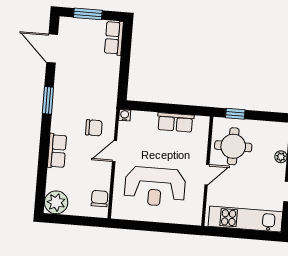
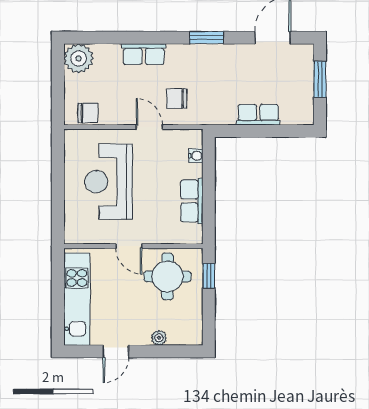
row of seats: (114, 38) -> (258, 115), moved
water cooler: (125, 115) -> (196, 156), moved
chair: (94, 128) -> (177, 98), turned 90

